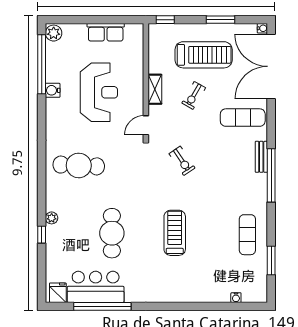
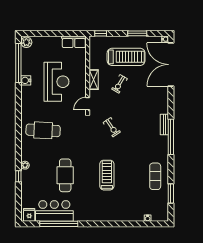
row of seats: (106, 32) -> (74, 42), moved
exercise mat: (243, 118) -> (152, 99), removed

